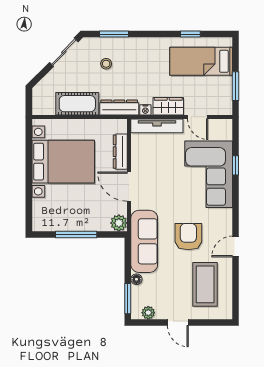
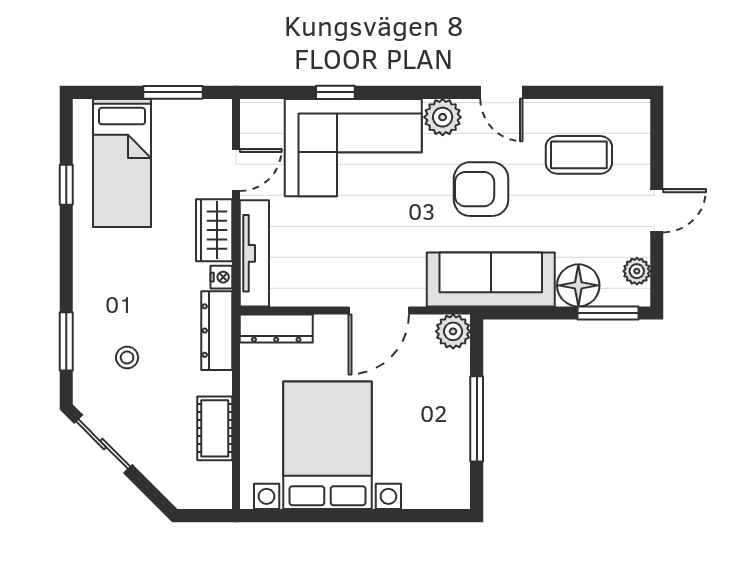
cot: (77, 104) -> (215, 428), width x0.73, depth x0.75
dresser: (120, 152) -> (276, 328), moved
plant: (223, 218) -> (443, 117), added
floor lamp: (136, 279) -> (578, 285), width x1.89, depth x1.89
coffee table: (205, 284) -> (579, 155), width x0.73, depth x0.76

